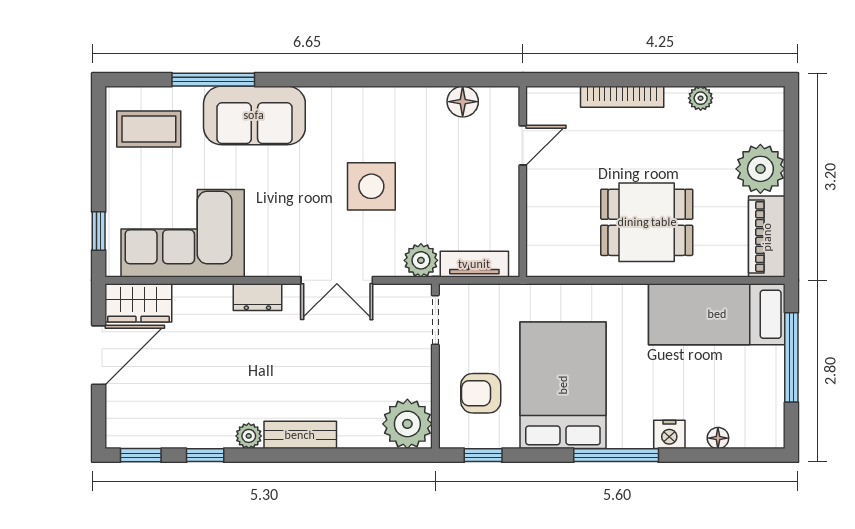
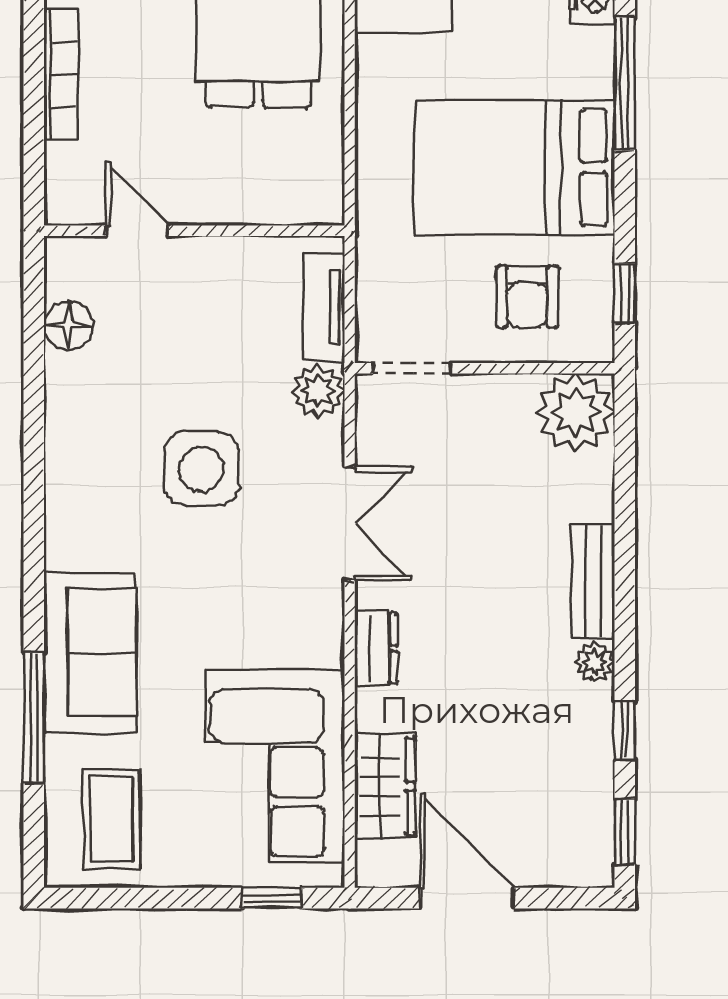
wardrobe: (138, 303) -> (385, 786), moved

